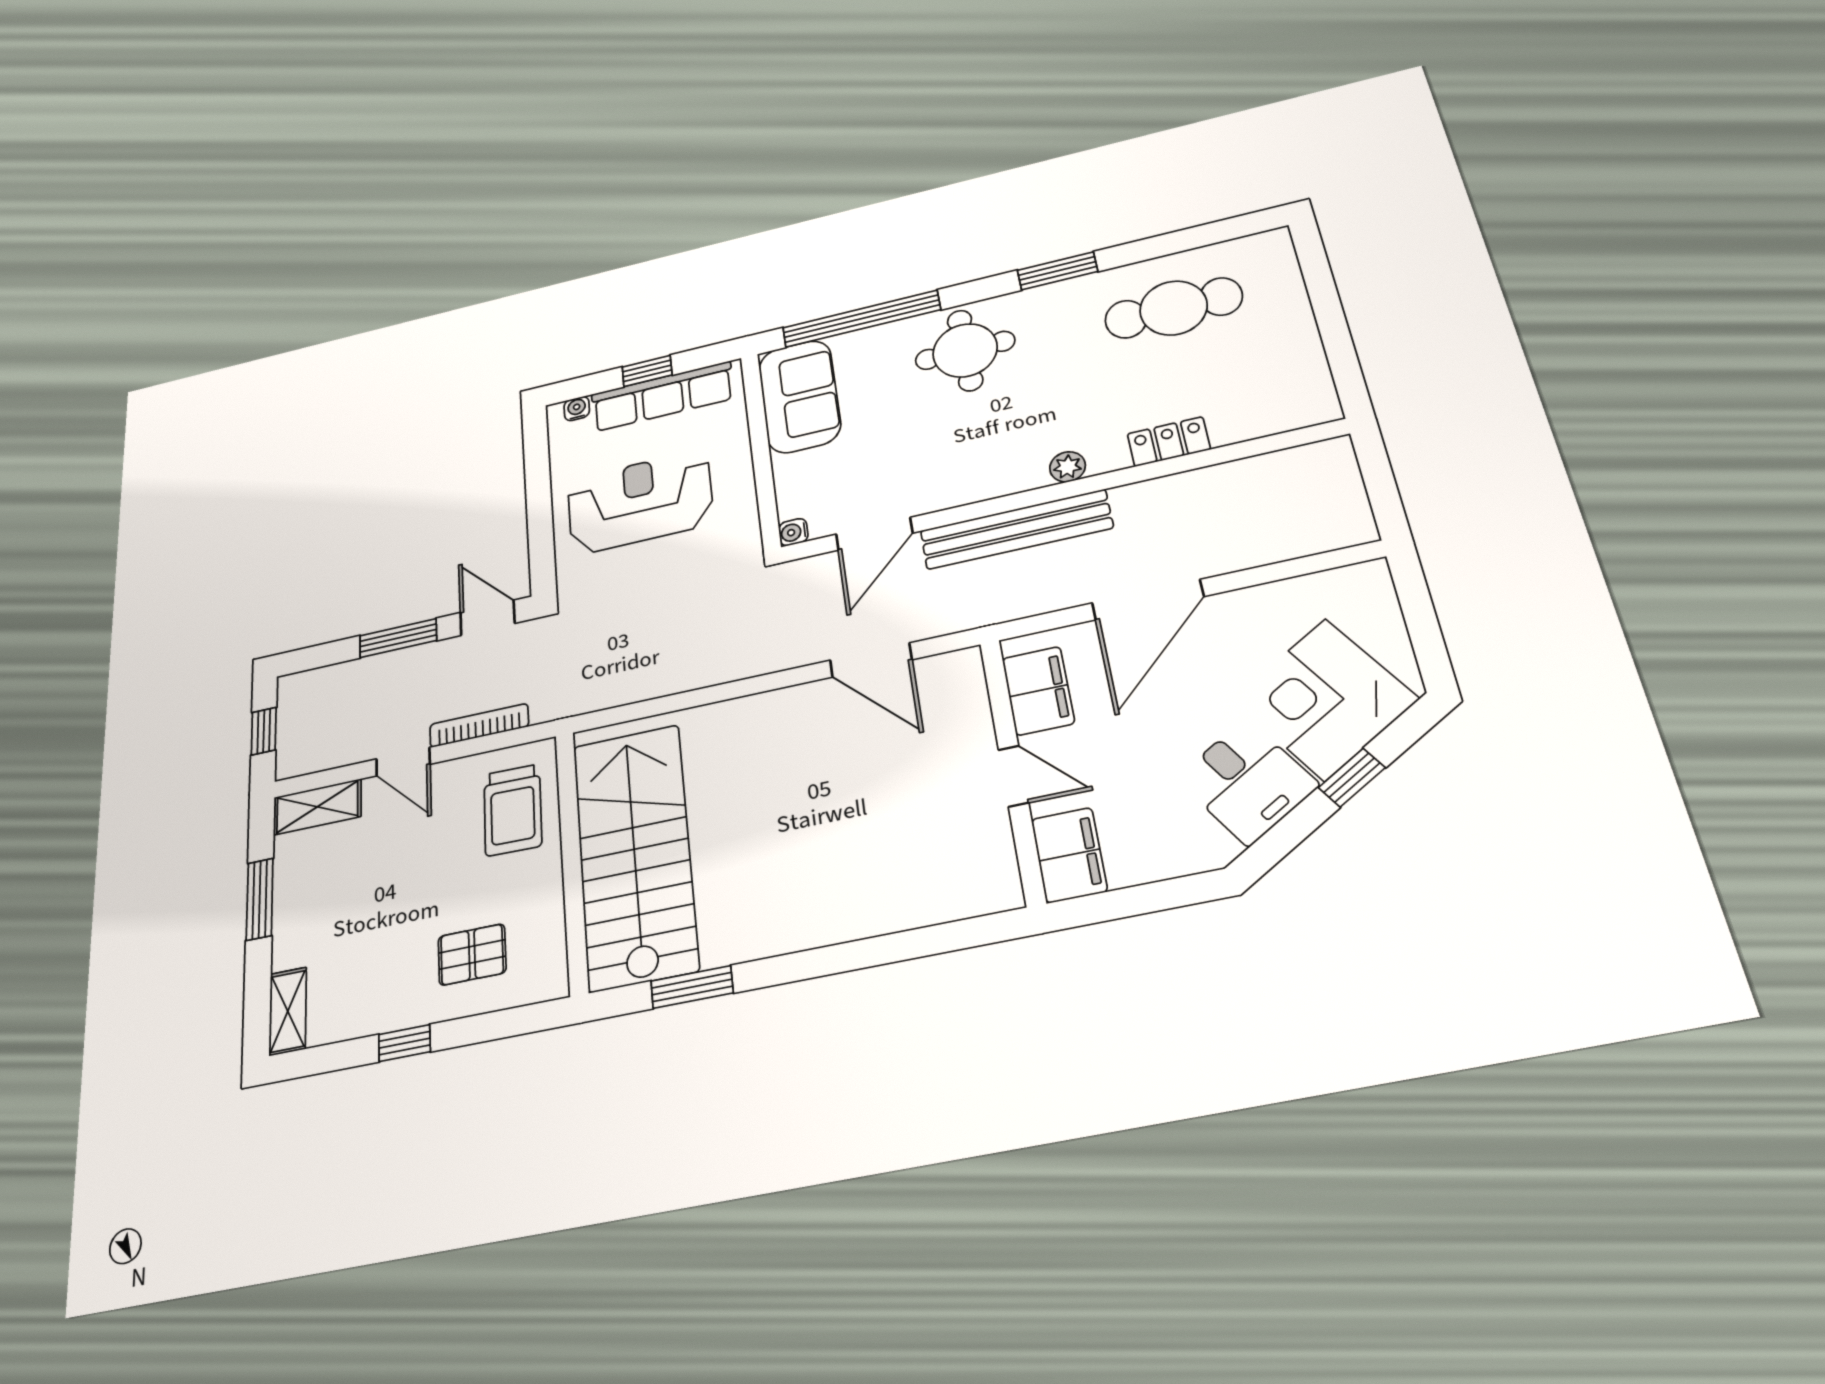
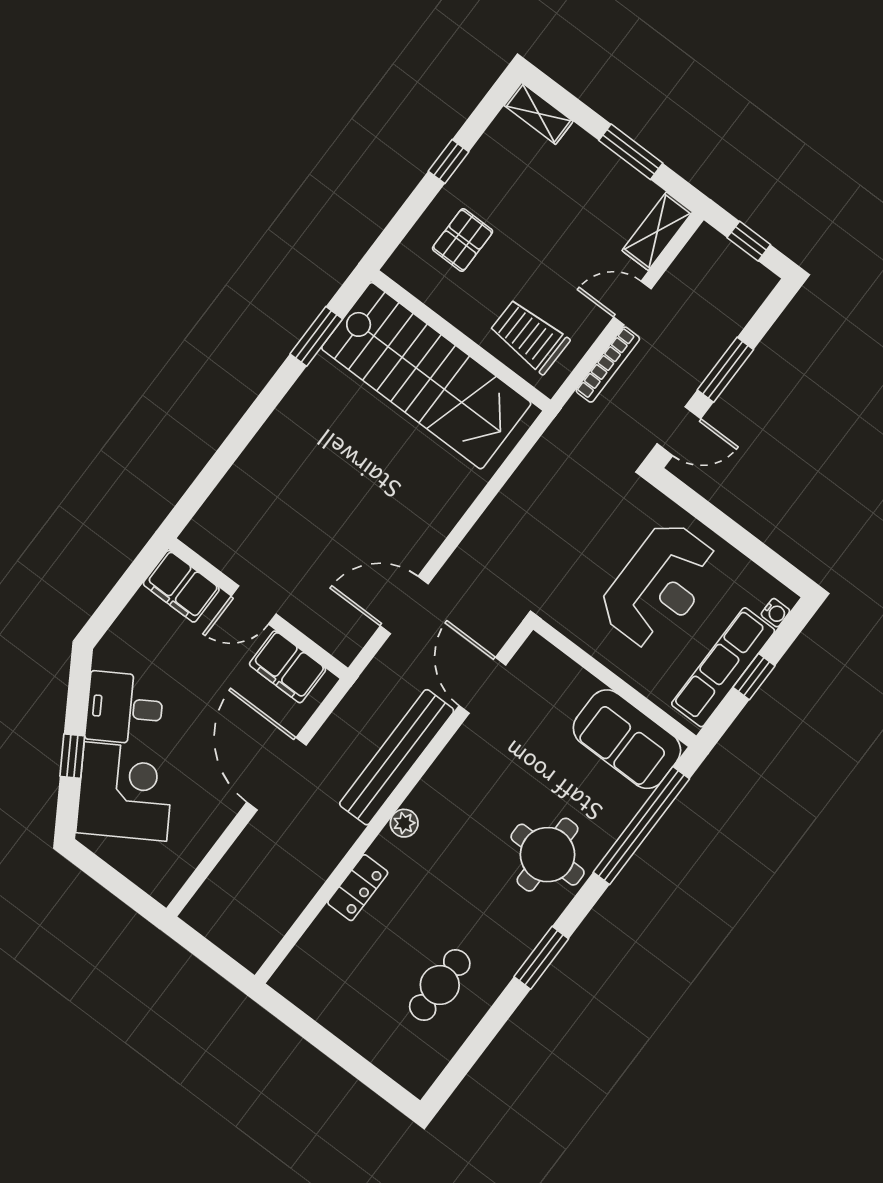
cafe table: (1173, 308) -> (440, 985), width x0.73, depth x0.74
water cooler: (793, 532) -> (535, 646), removed

